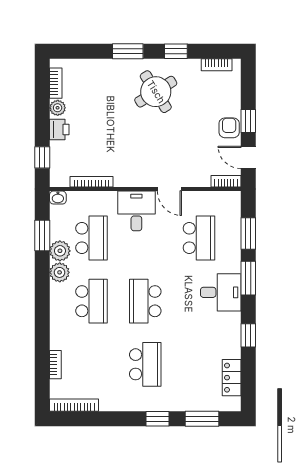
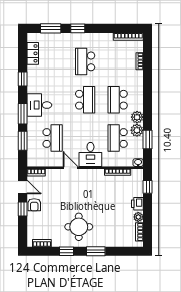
round table: (156, 92) -> (79, 227), turned 32
school desk: (199, 238) -> (53, 138), turned 180

